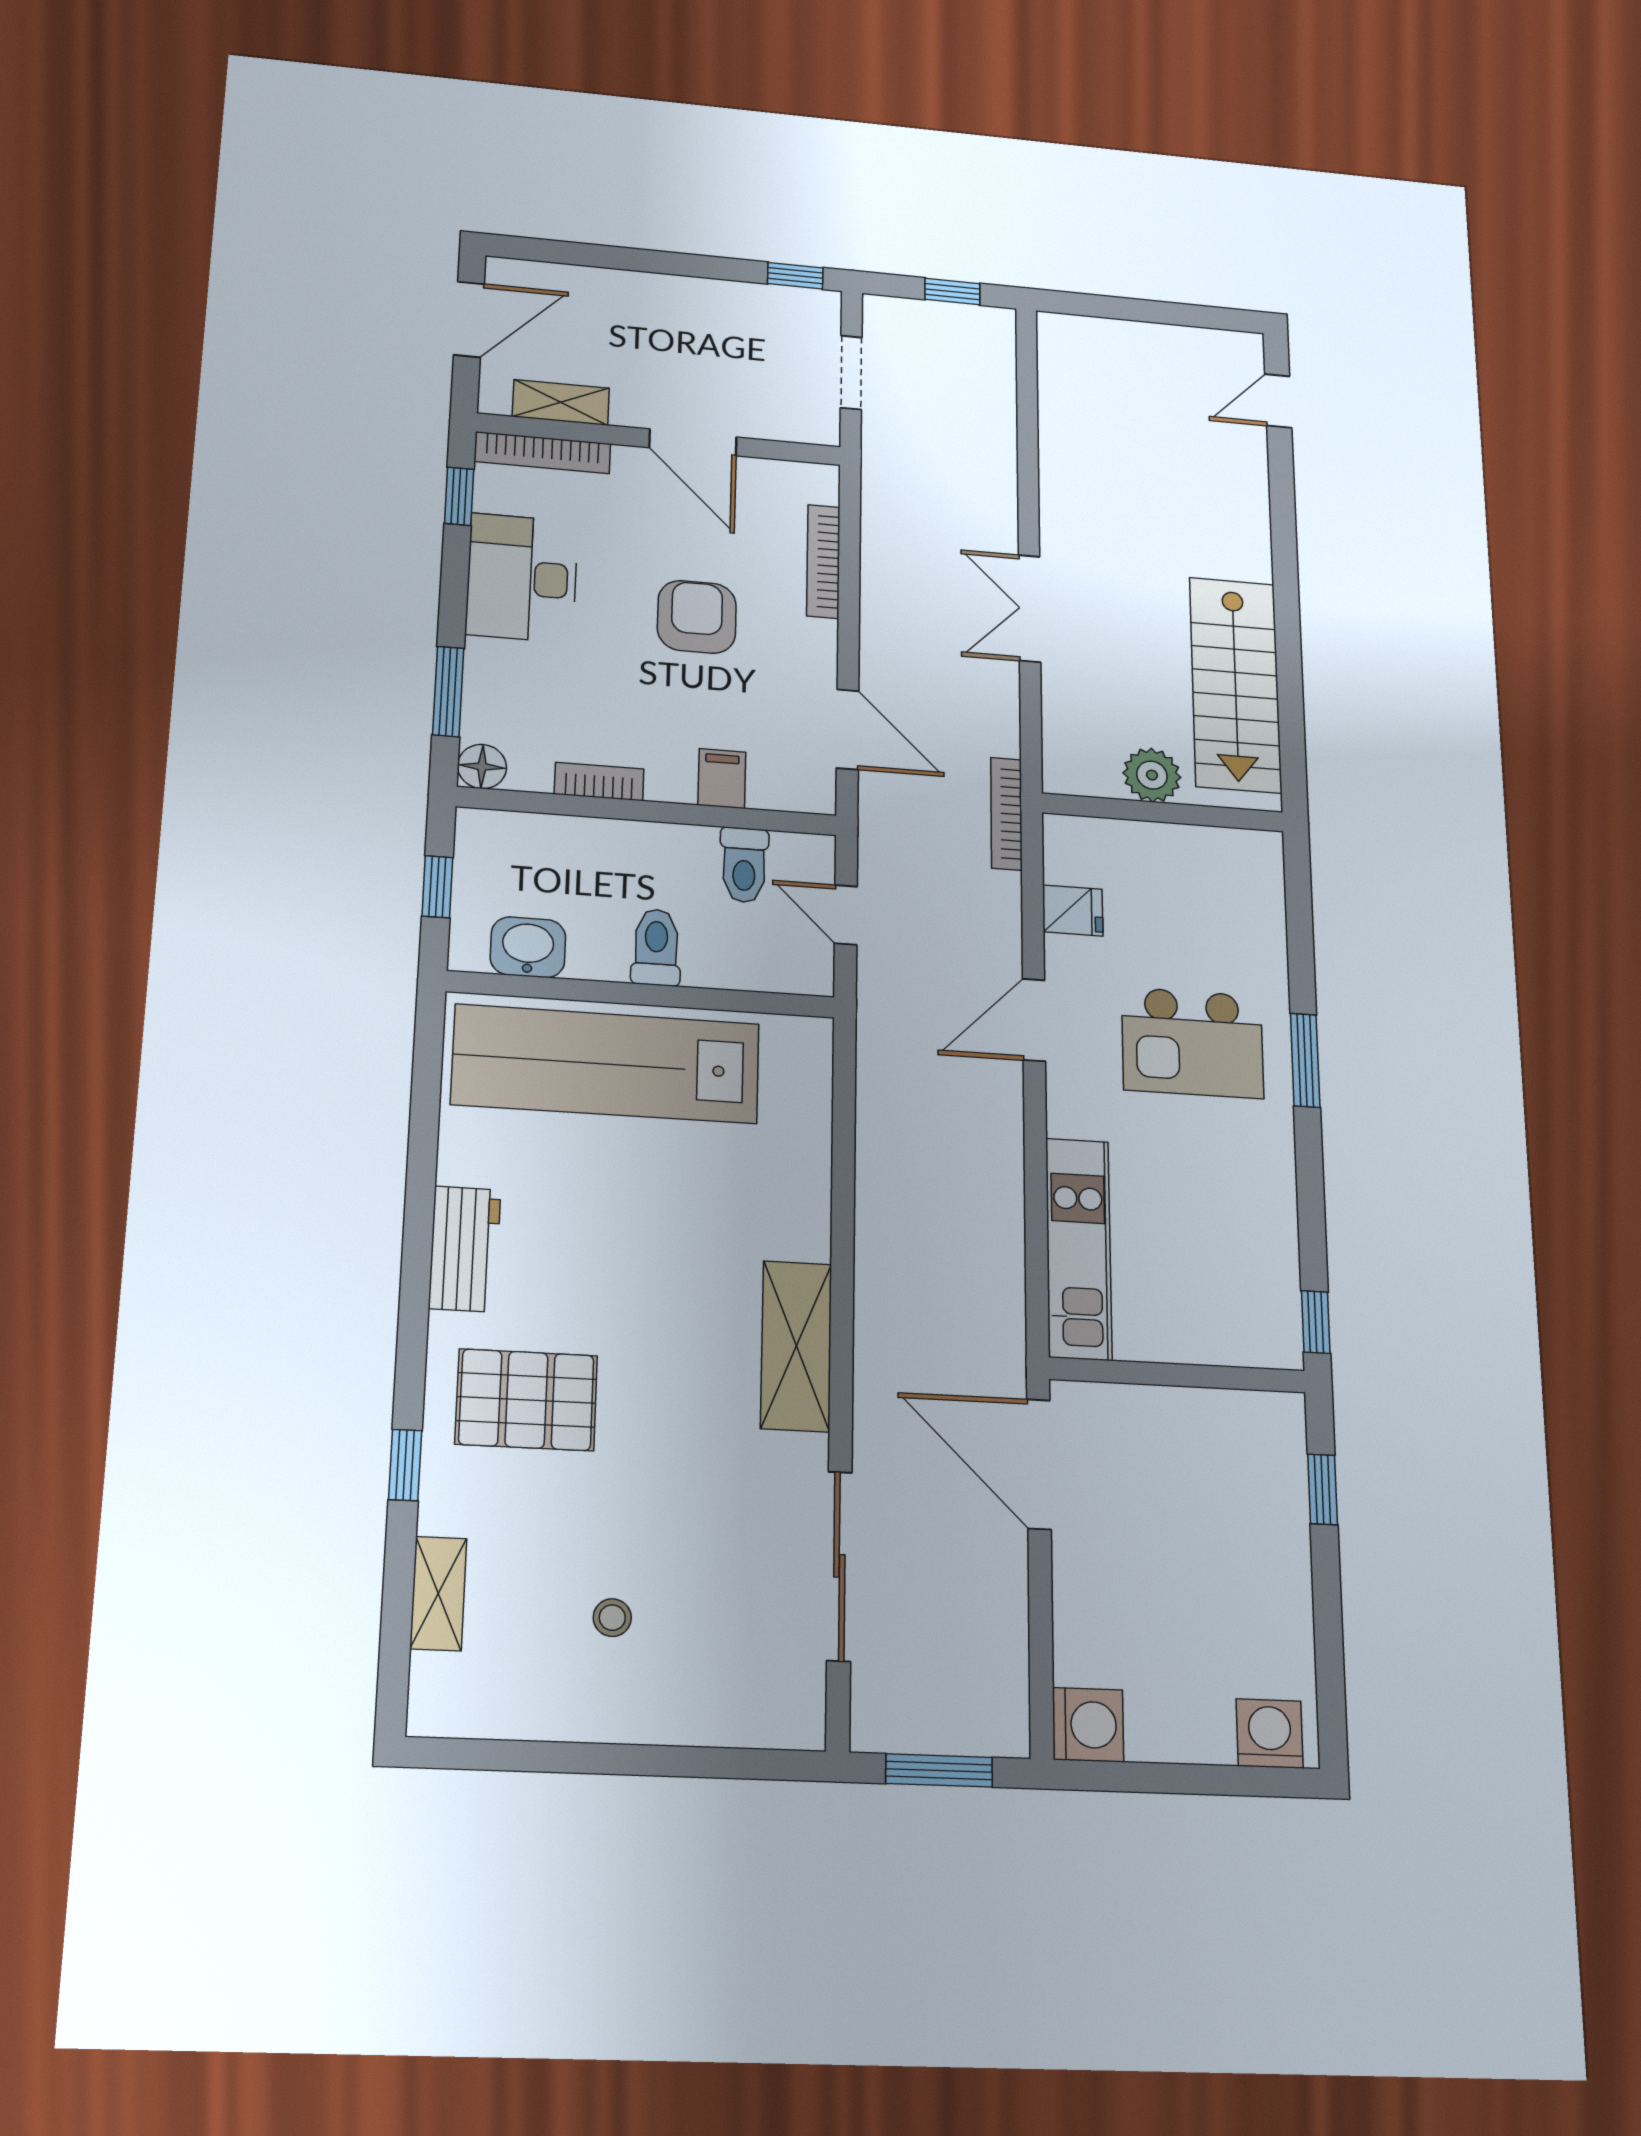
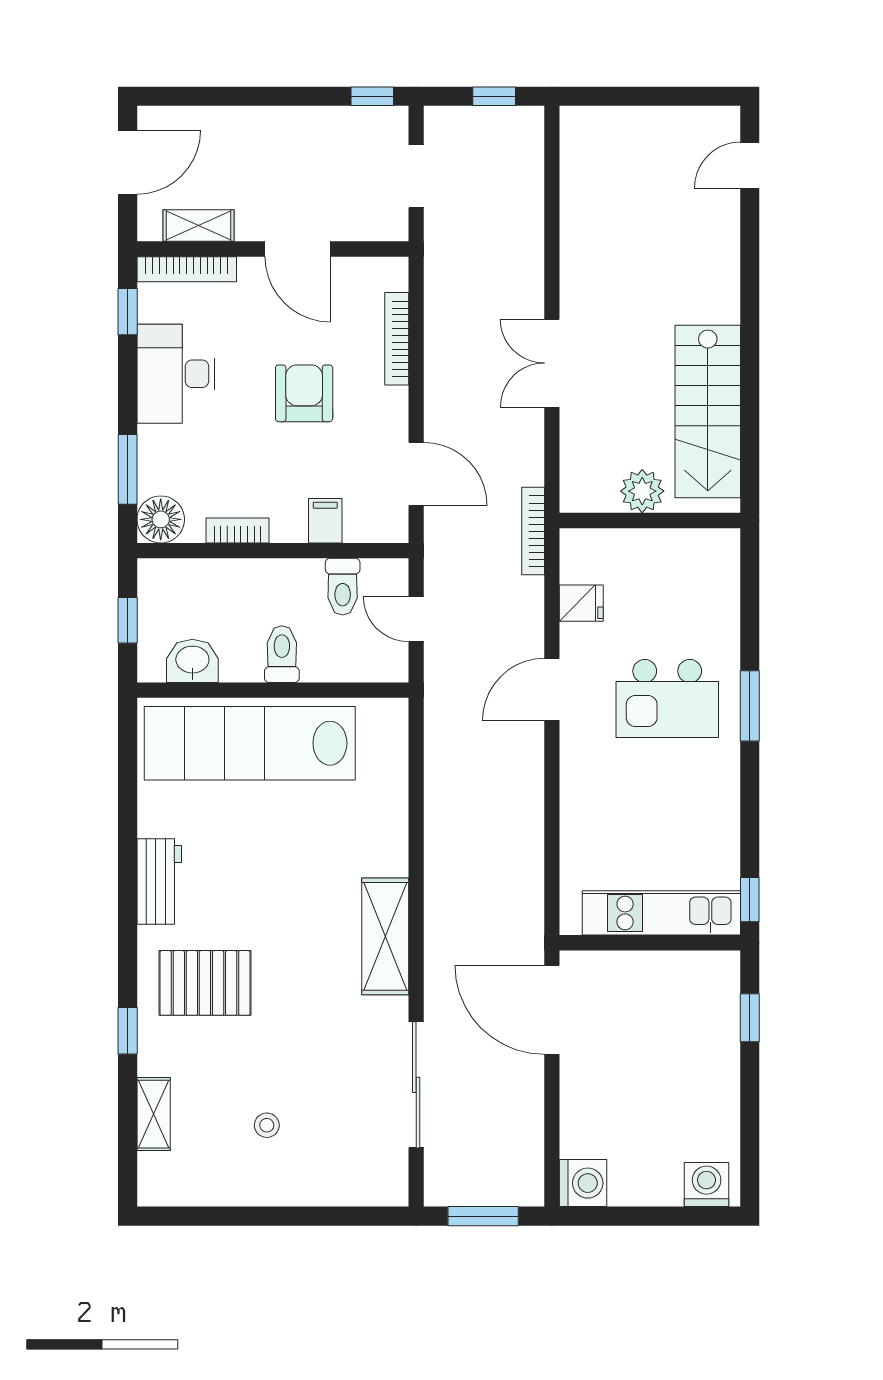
floor lamp: (482, 767) -> (161, 519), width x1.38, depth x1.38
kitchen unit: (1079, 1248) -> (661, 913), moved, turned -90

